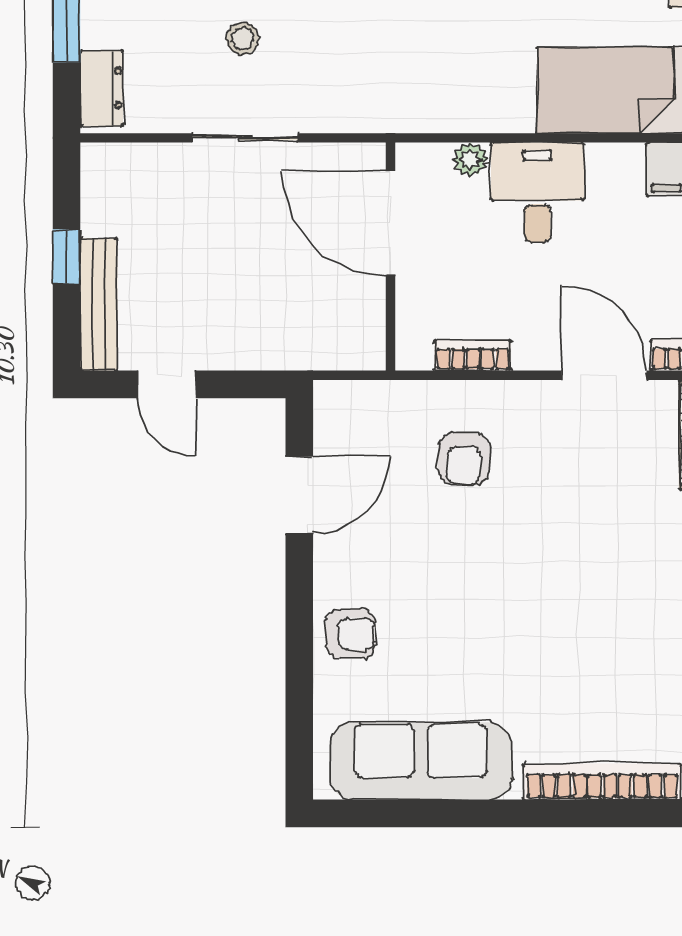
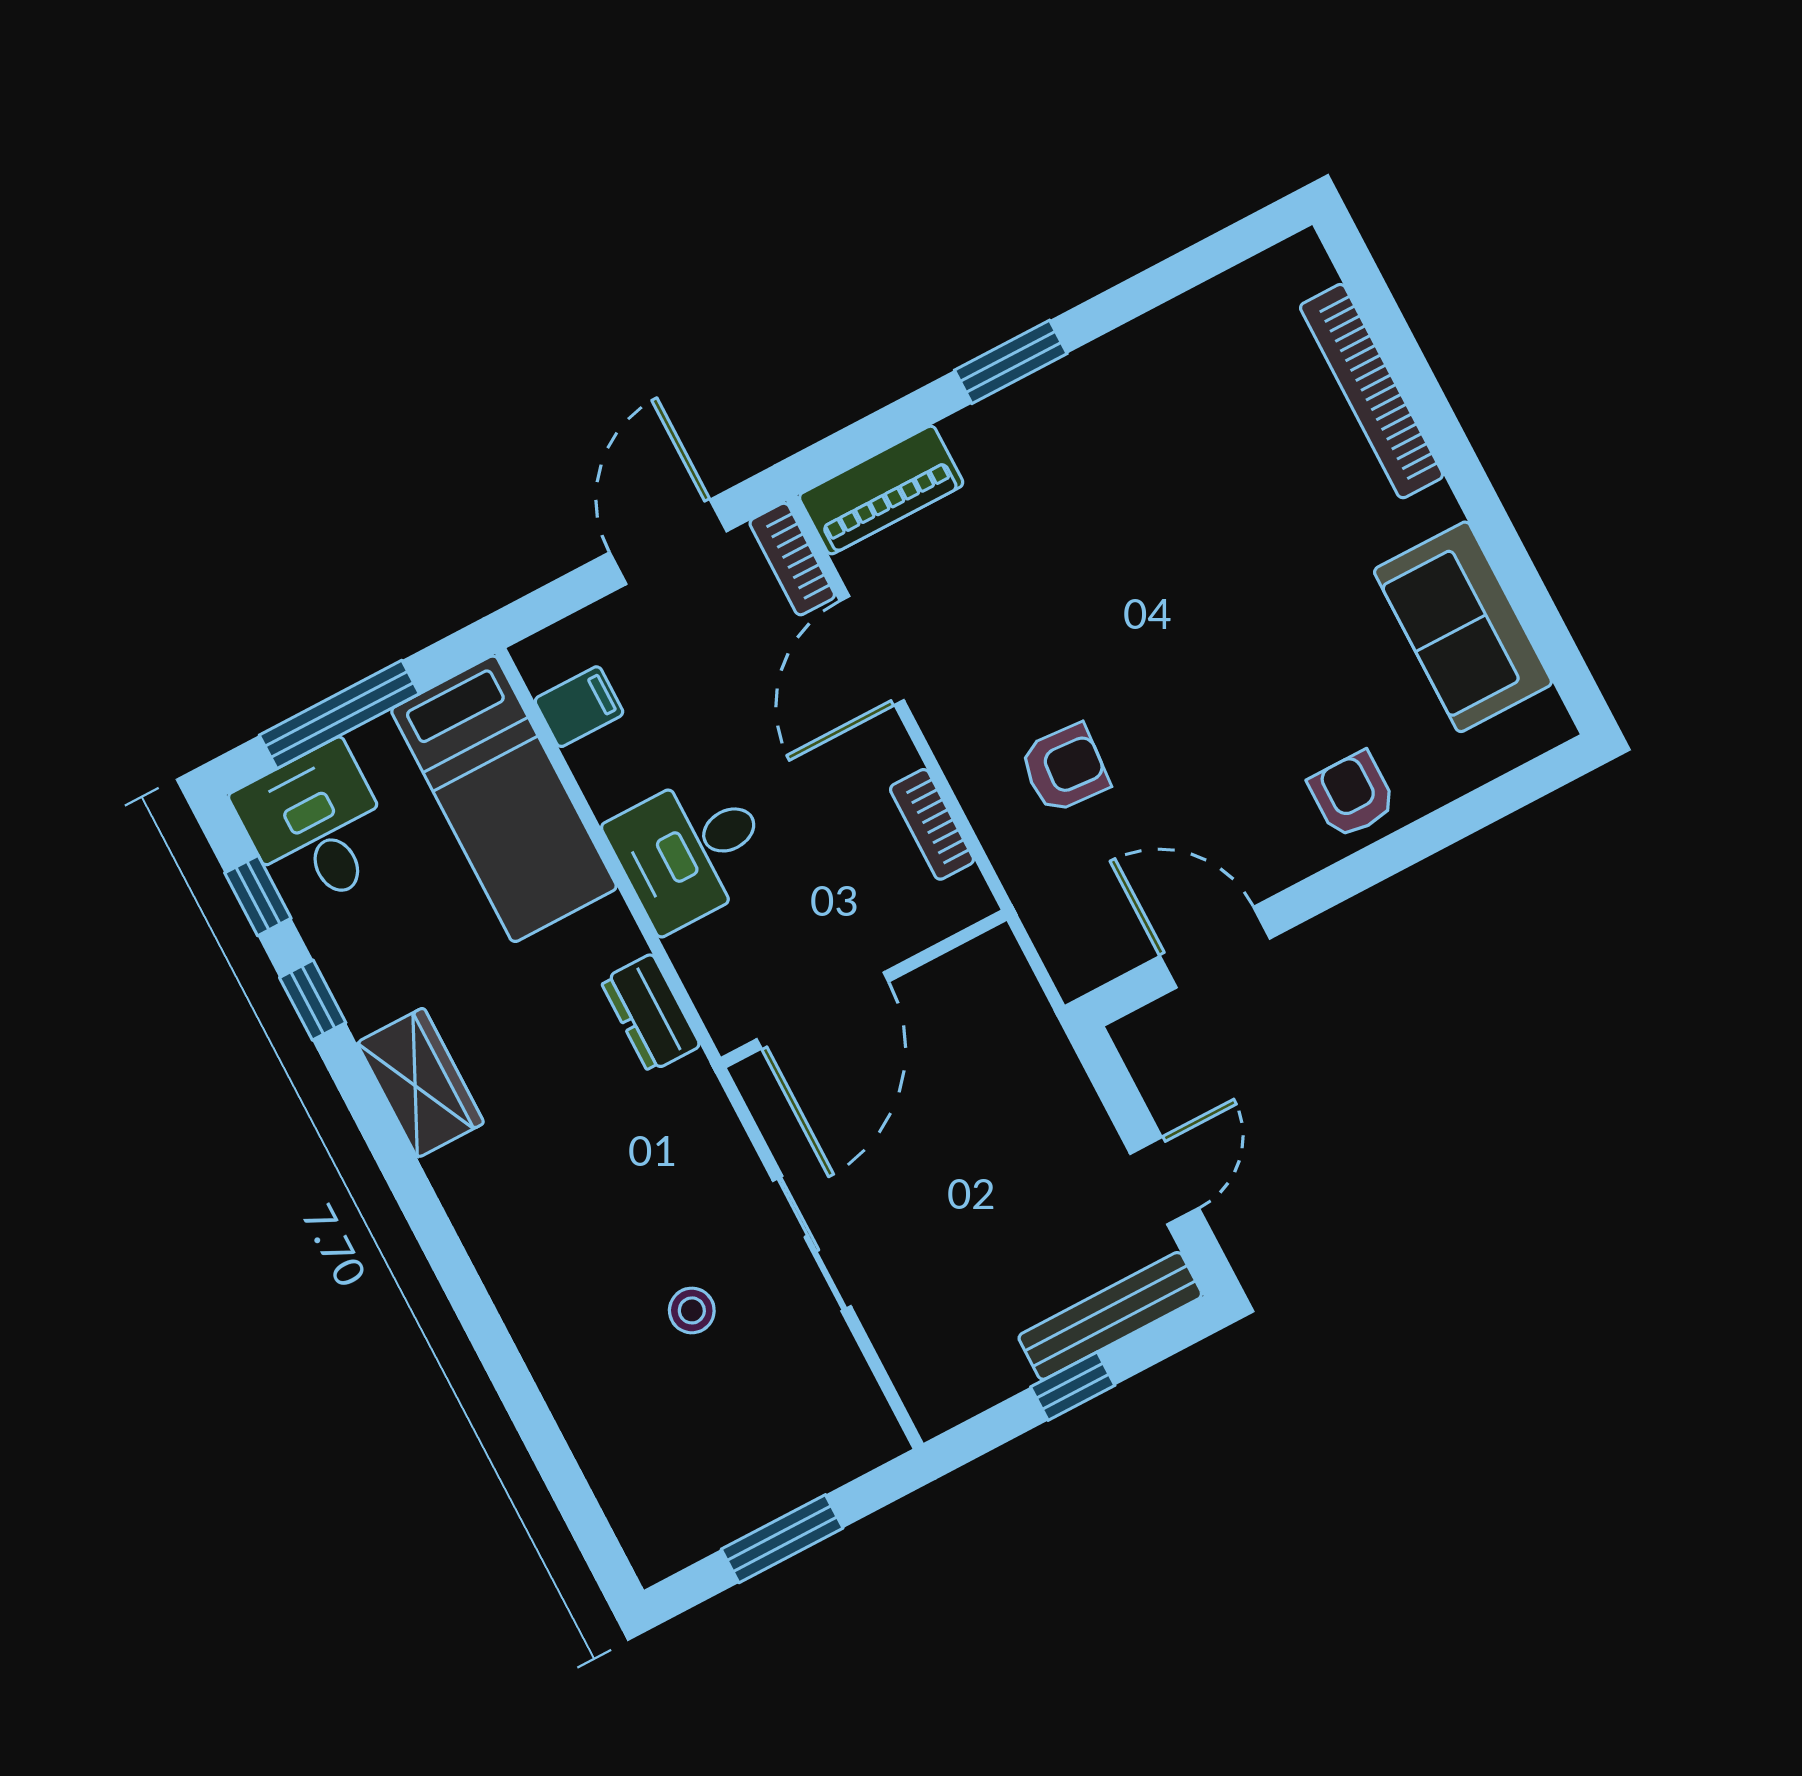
dresser: (102, 88) -> (650, 1013), moved, turned -90
plant: (470, 159) -> (693, 953), removed
sofa: (421, 761) -> (1463, 627), width x0.73

